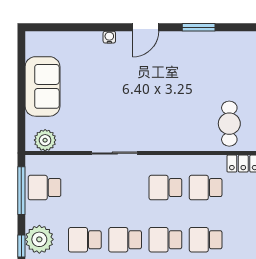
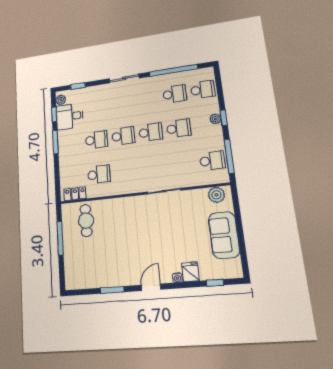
window: (62, 27) -> (215, 283), added
fridge: (92, 43) -> (190, 272), added
school desk: (165, 188) -> (126, 171), removed
plant: (39, 239) -> (215, 119), width x0.53, depth x0.53

